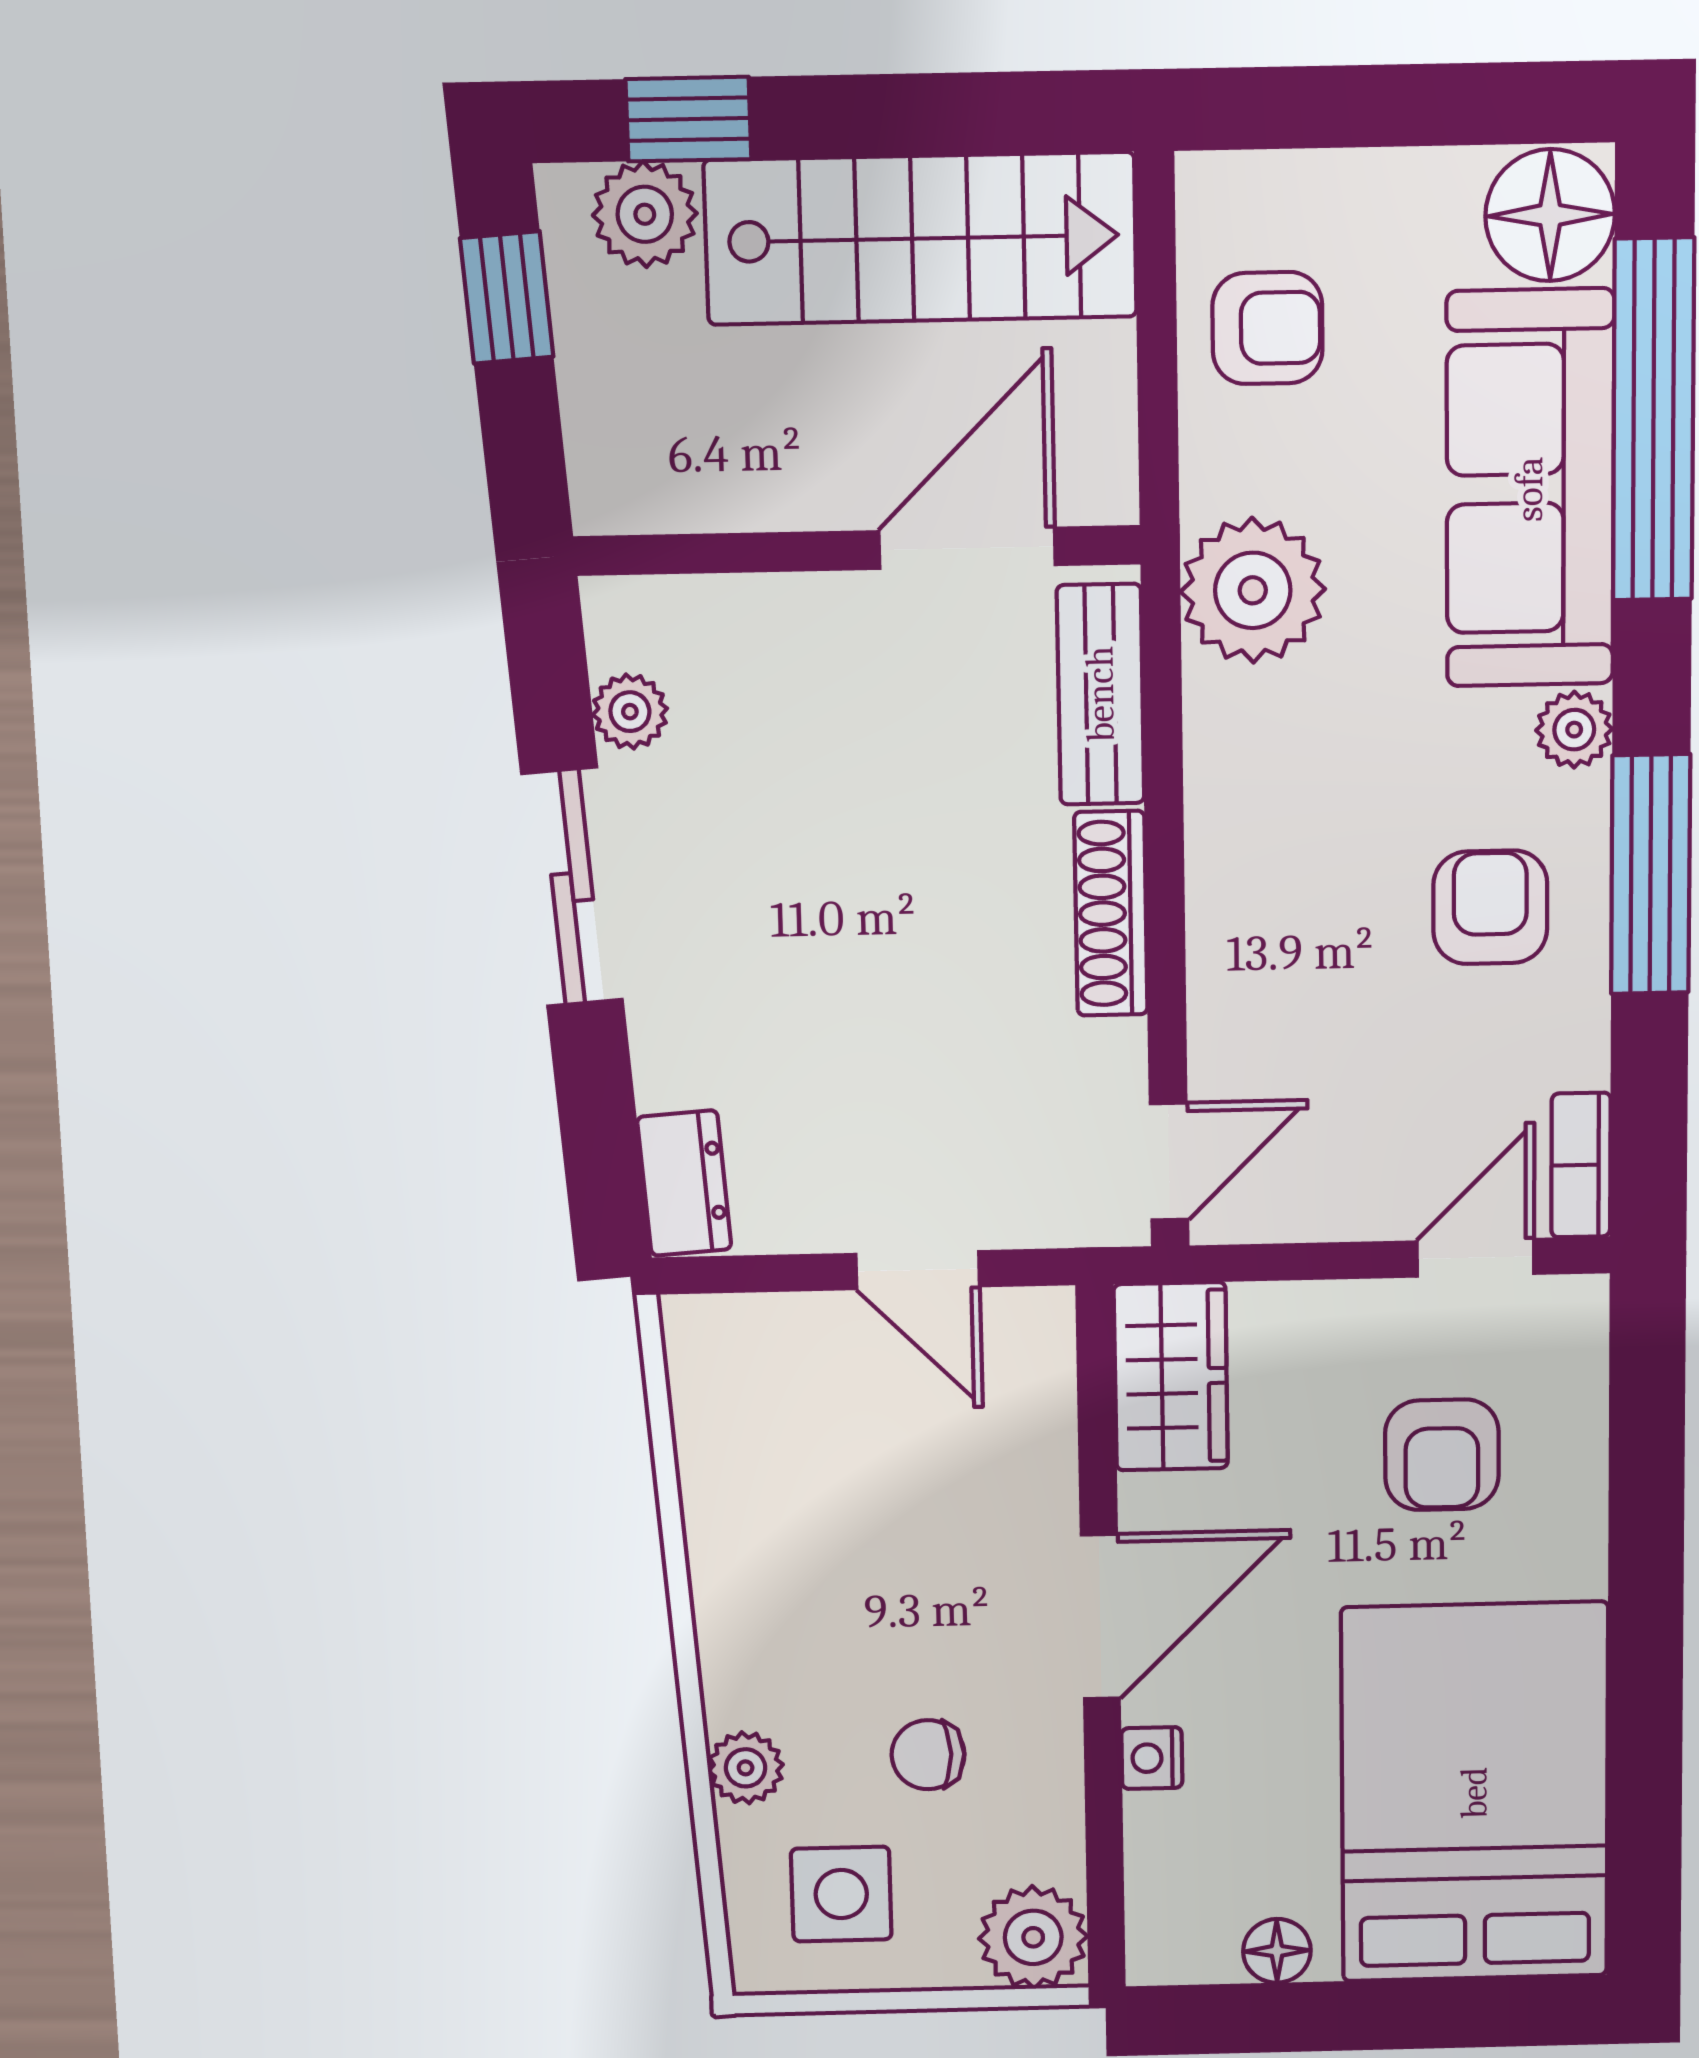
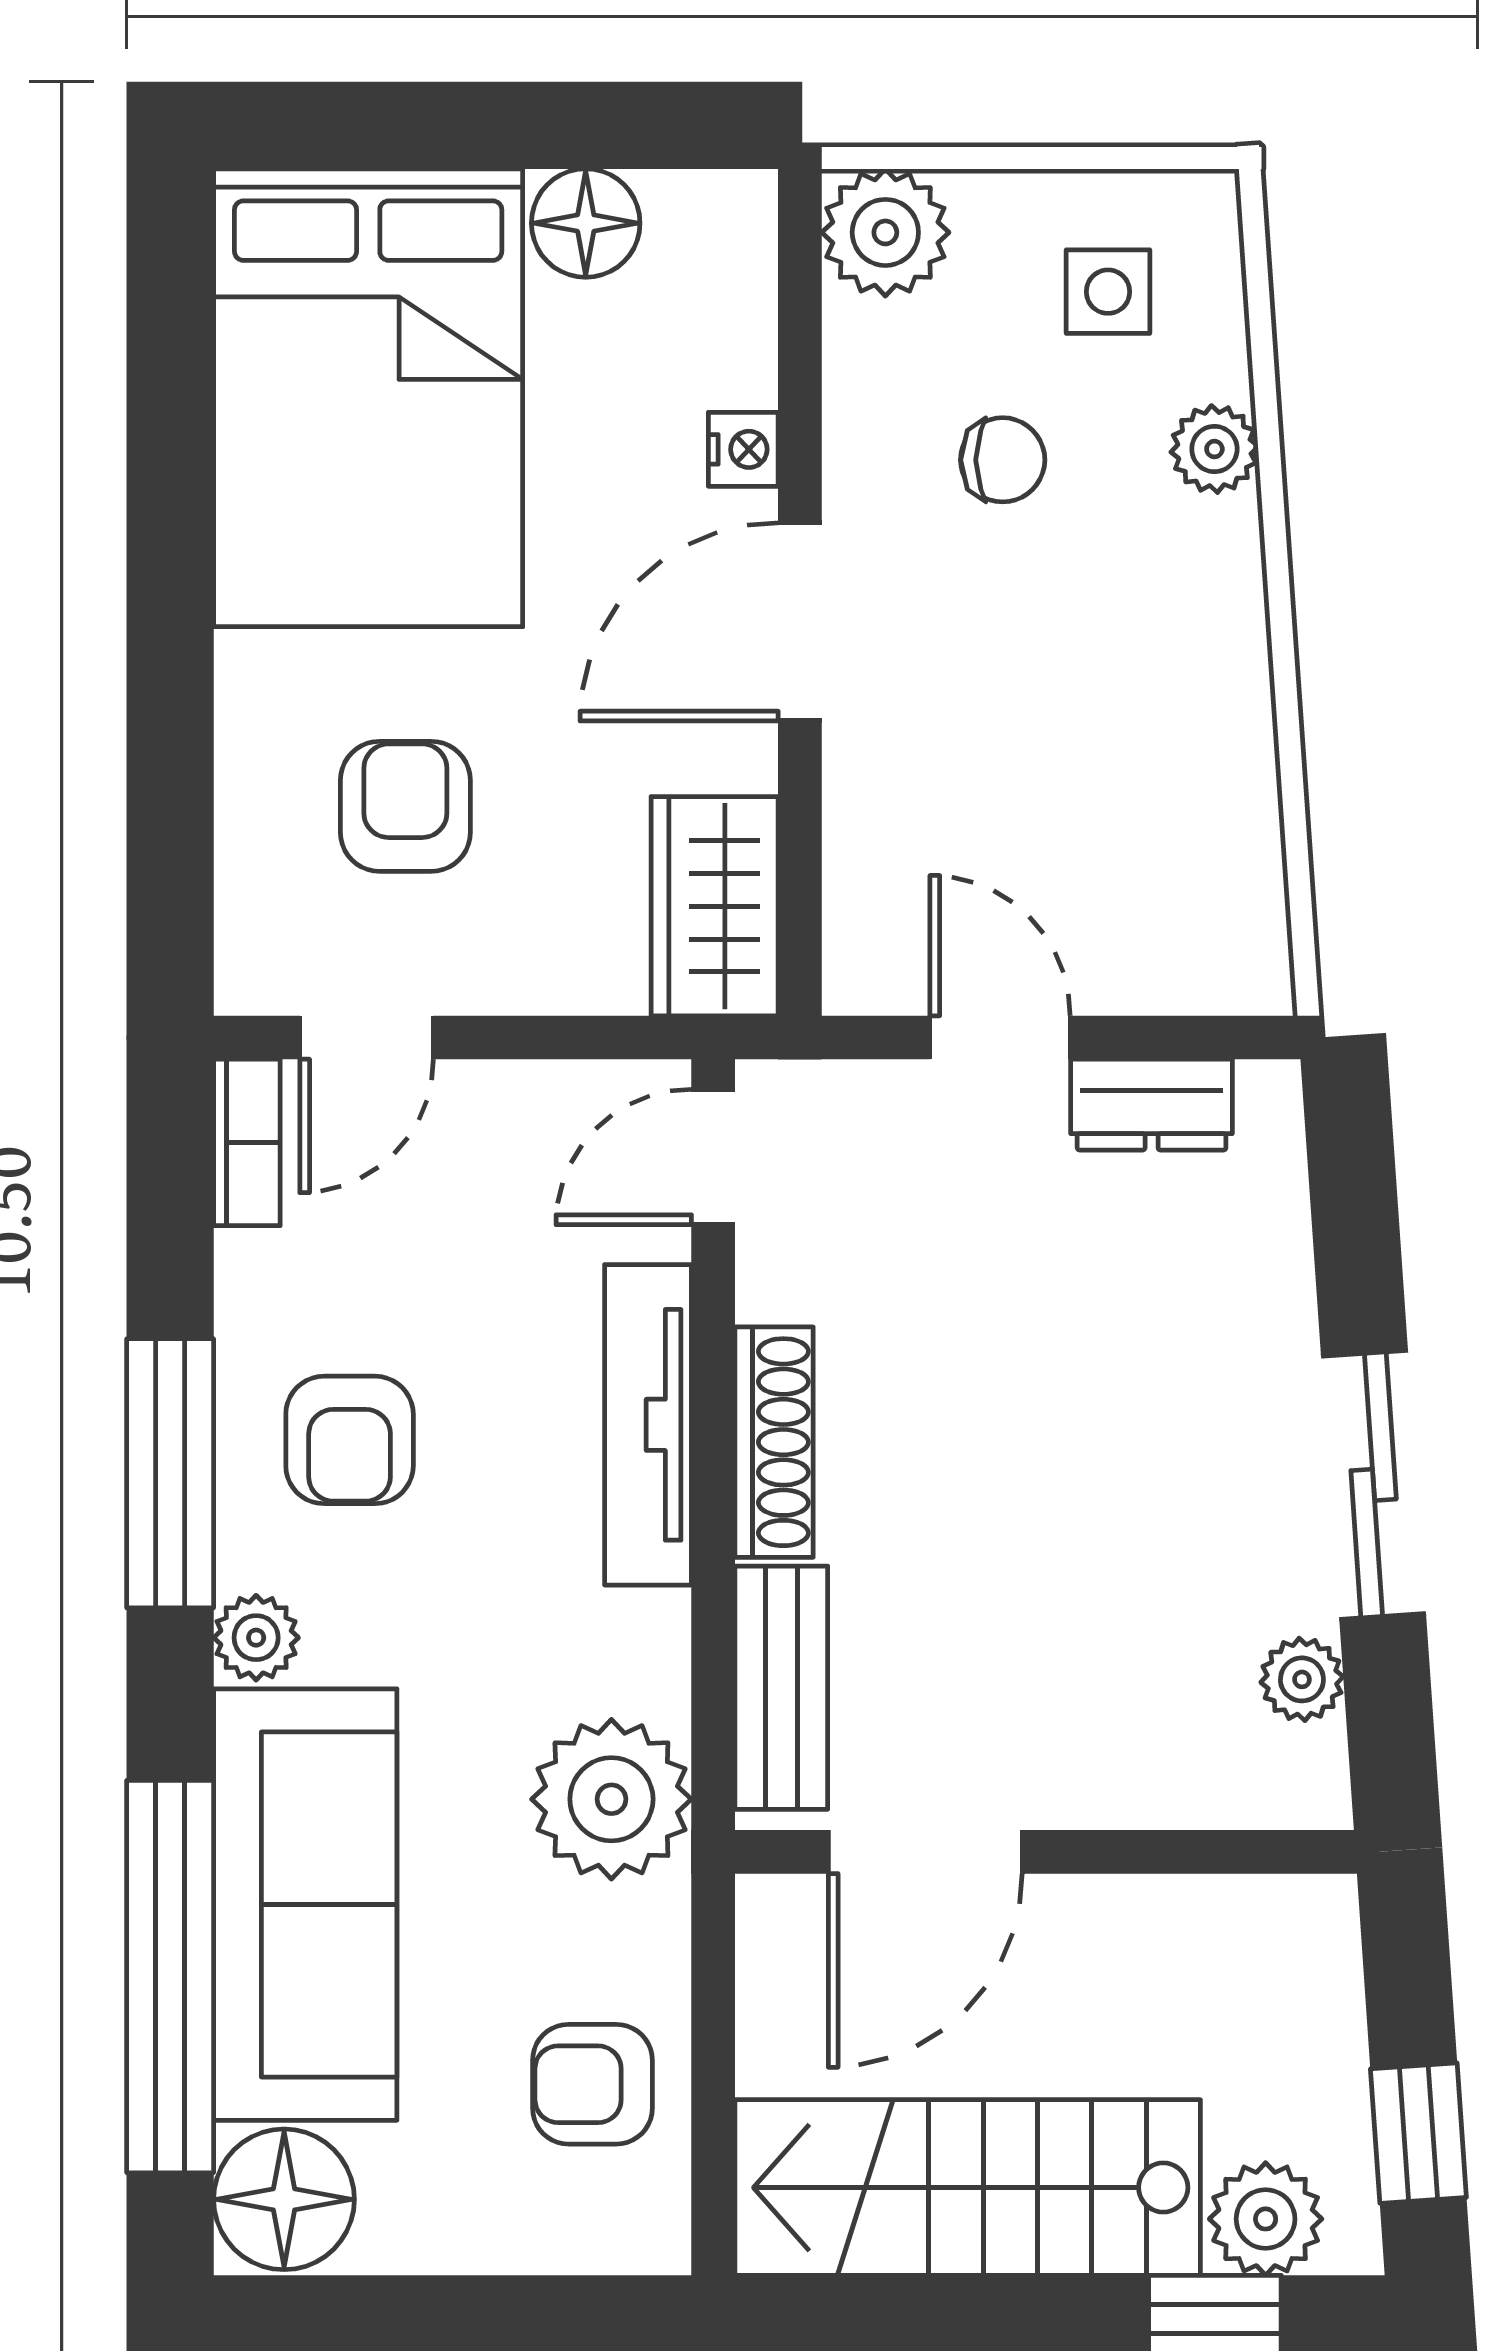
tv unit: (1224, 926) -> (648, 1425), added
dresser: (684, 1183) -> (1152, 1105), moved, turned -86
side table: (841, 1894) -> (1108, 292), width x0.73, depth x0.73
floor lamp: (1277, 1951) -> (586, 223), width x1.37, depth x1.37

